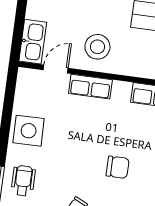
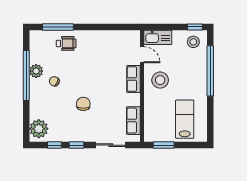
side table: (29, 131) -> (99, 42), removed
chair: (118, 167) -> (83, 104), turned 180

